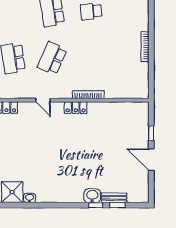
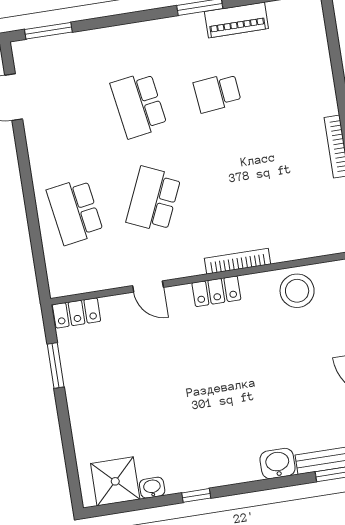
stool: (115, 113) -> (297, 291), added
window: (96, 205) -> (196, 495), moved

